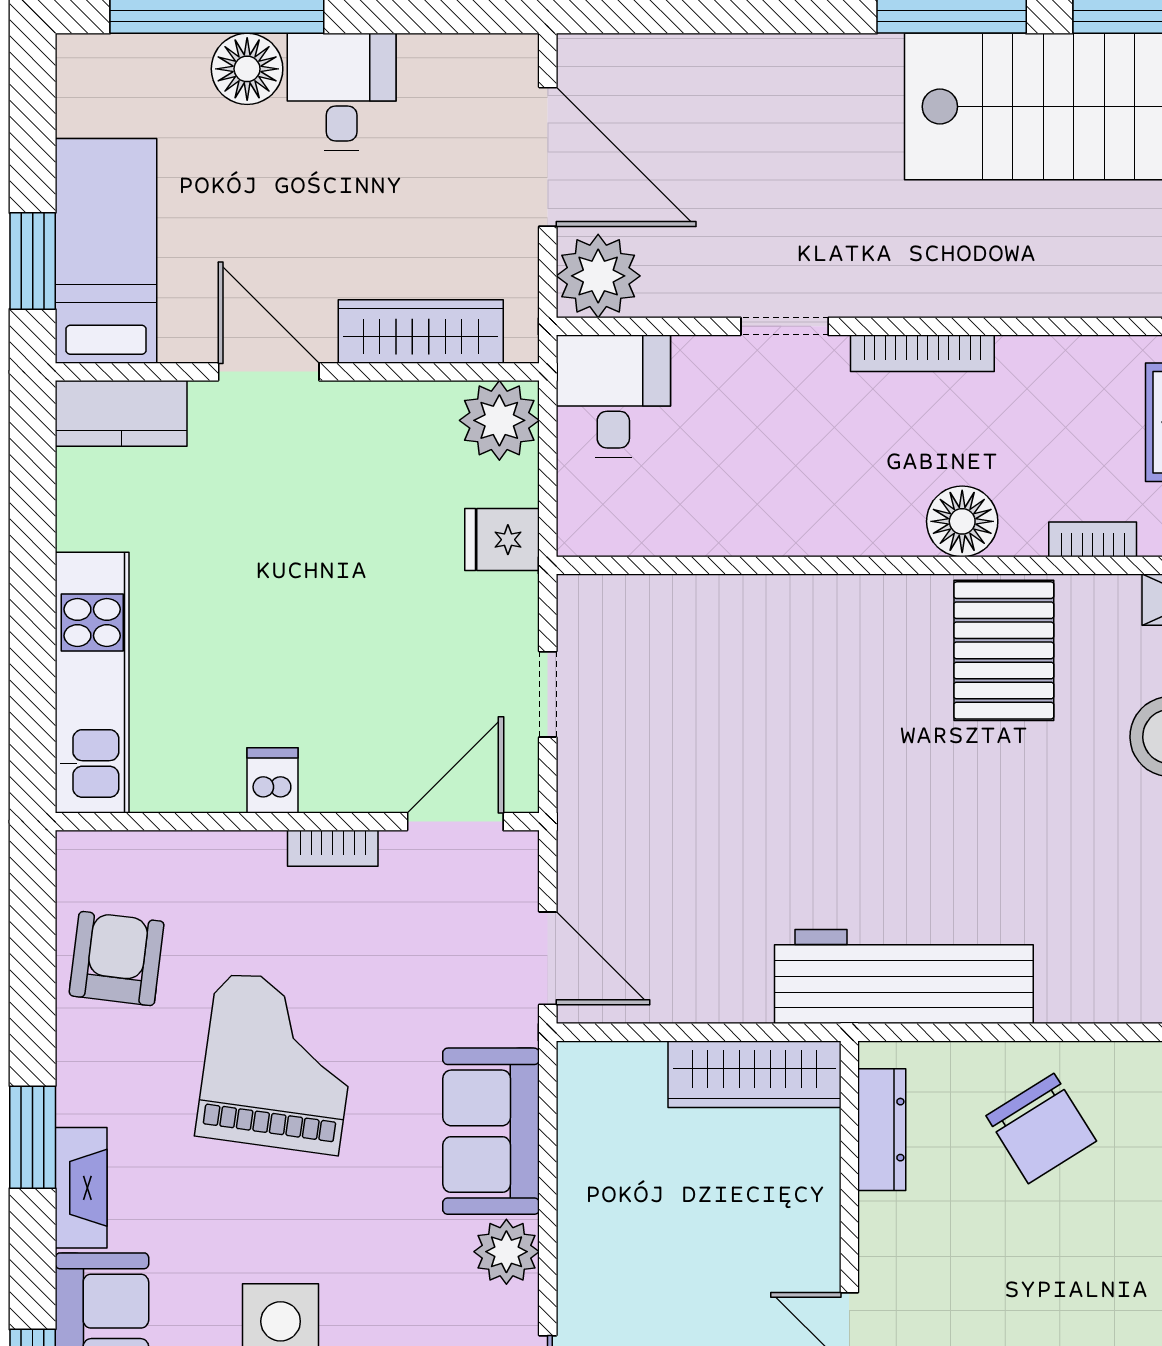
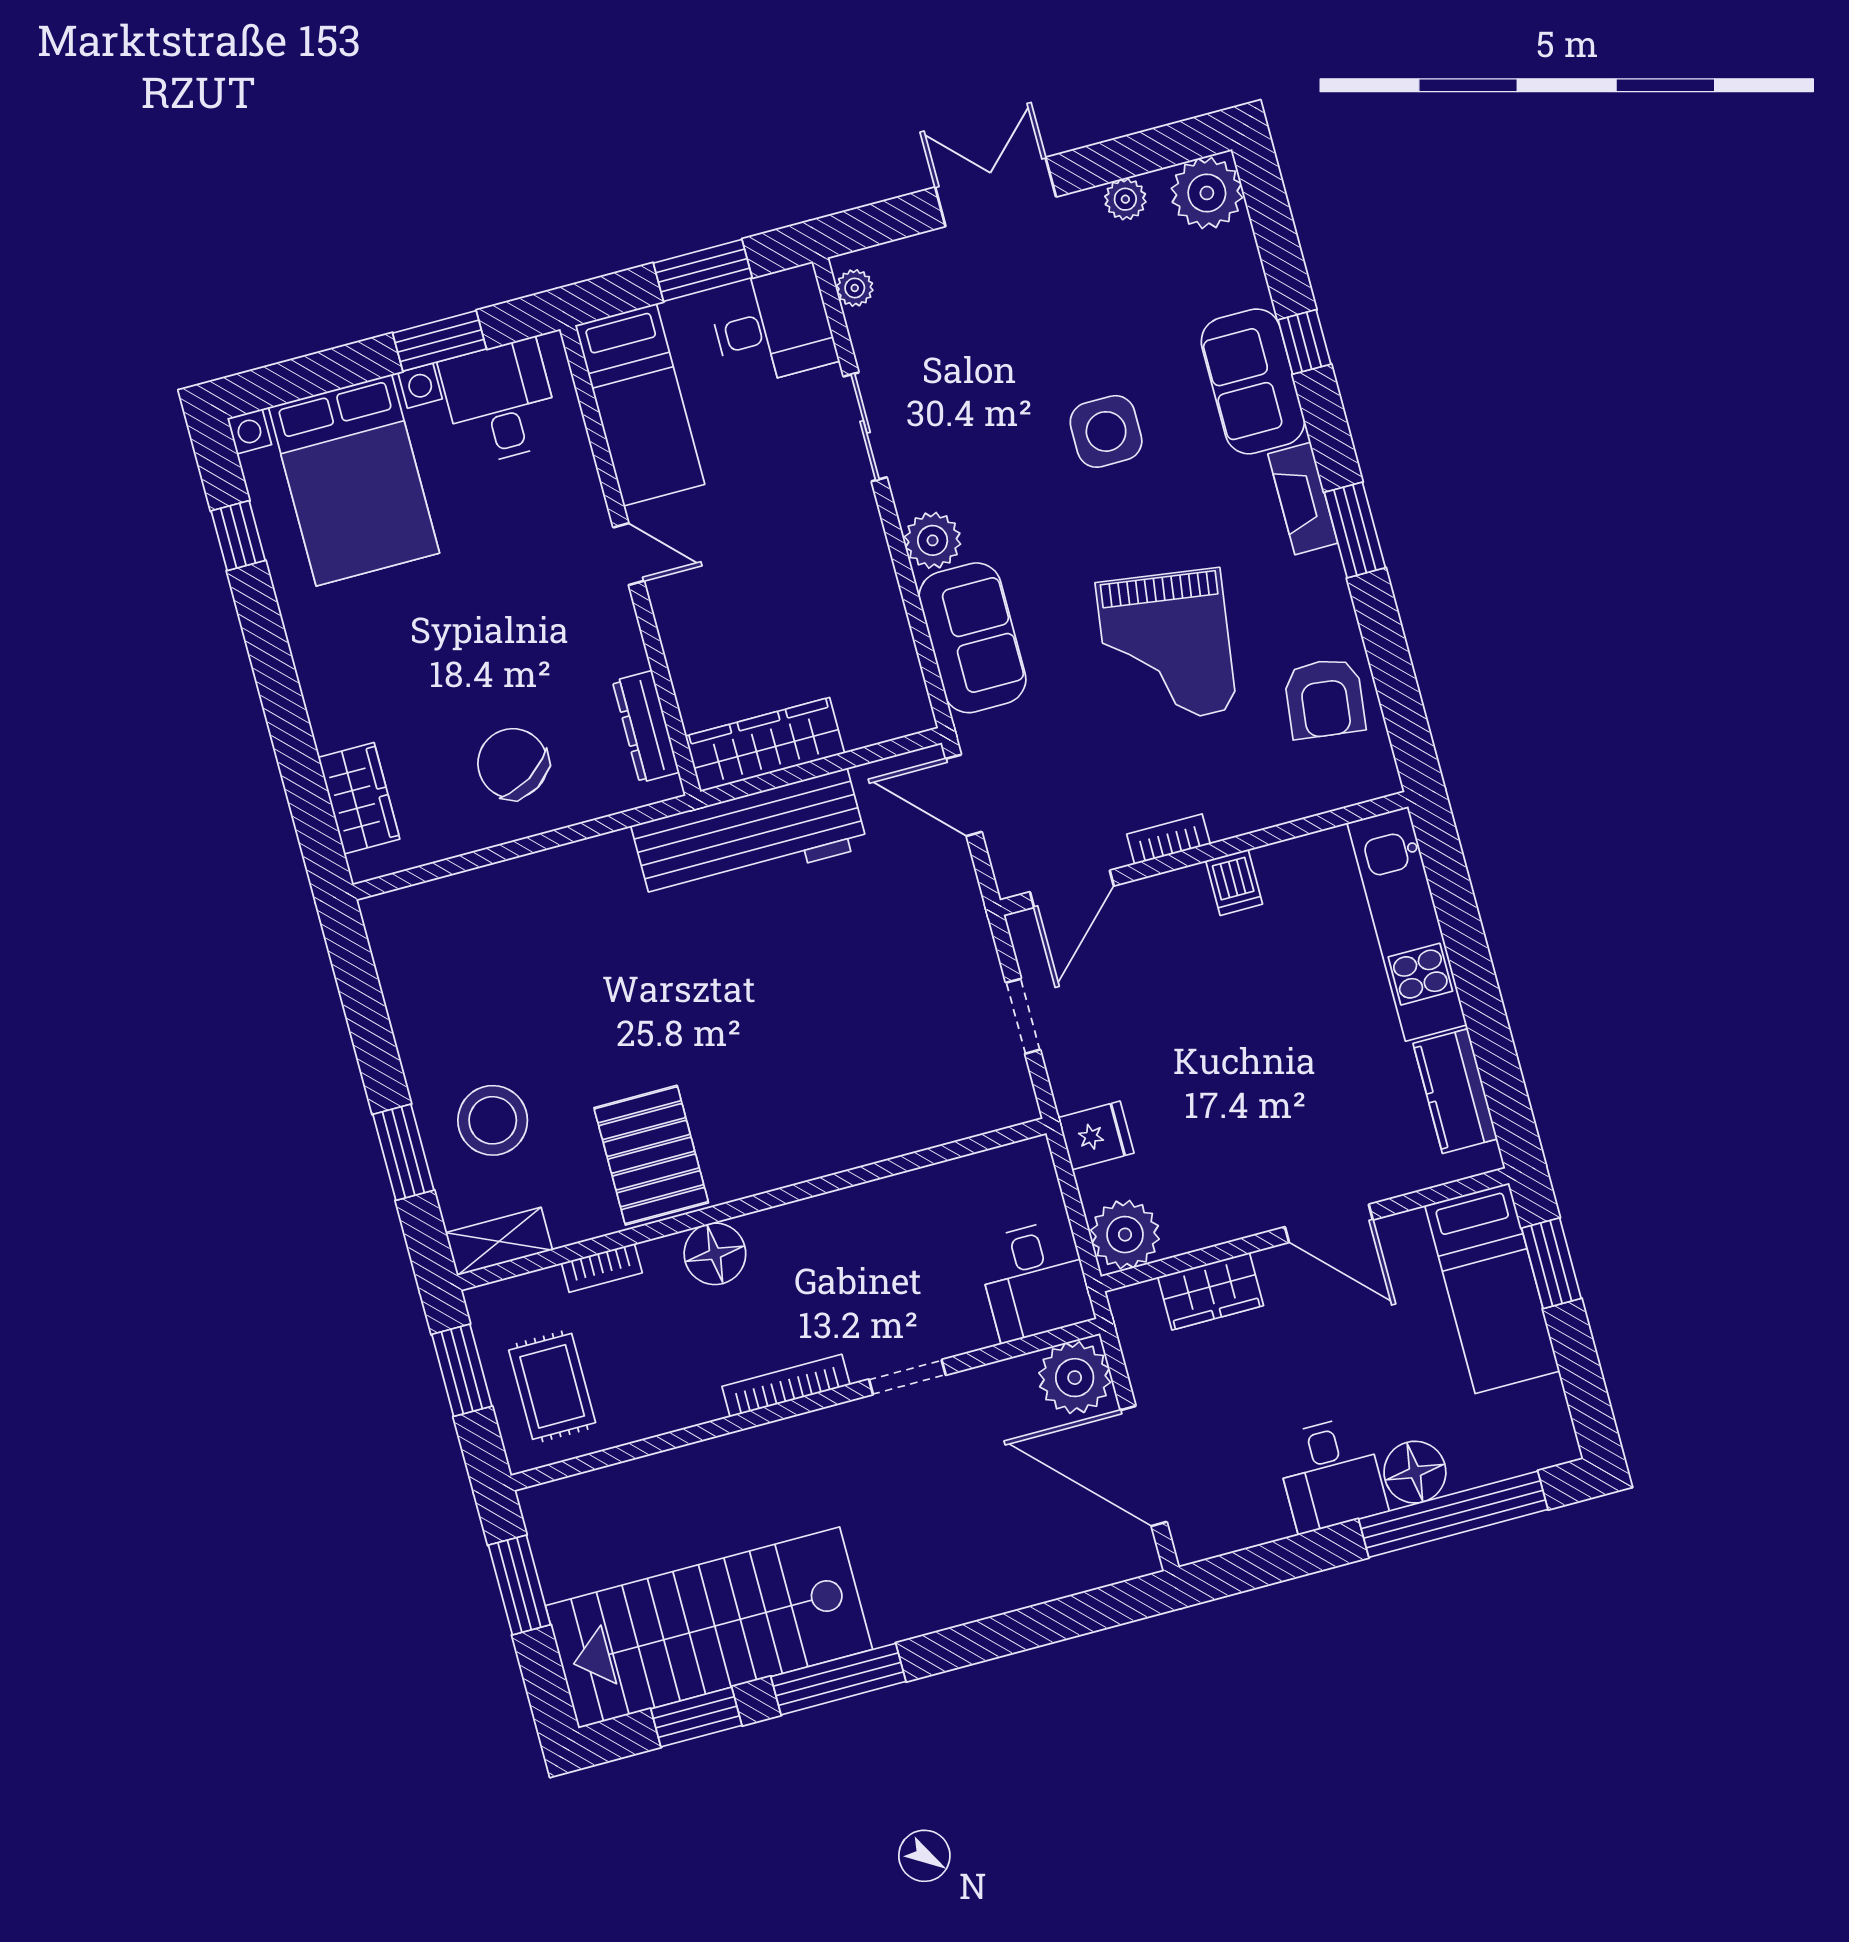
wardrobe: (421, 332) -> (1211, 1291), width x0.67
kitchen counter: (121, 413) -> (1455, 1091), moved, turned -90
workbench: (904, 977) -> (749, 836), moved

